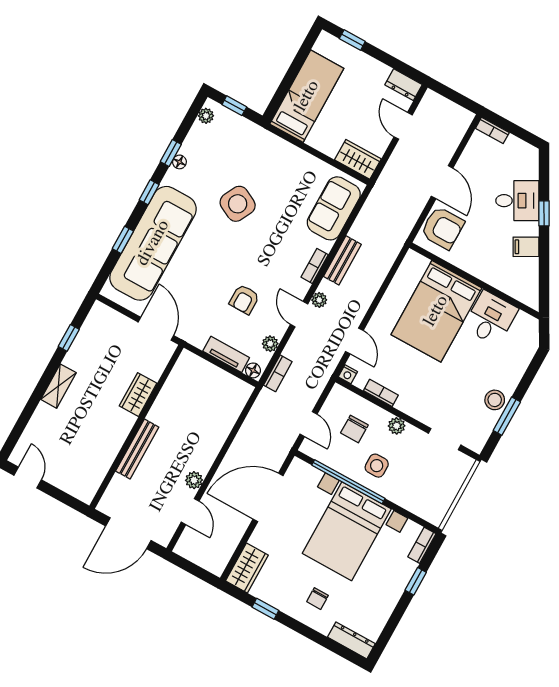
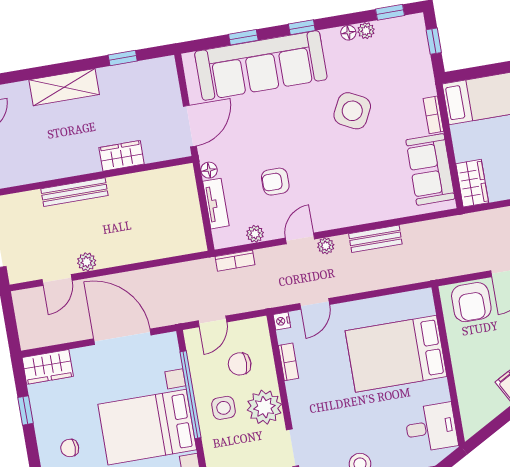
plant: (206, 116) -> (366, 31), moved
window: (171, 153) -> (390, 12), moved
sofa: (334, 208) -> (430, 169), moved, turned -90
bookcase: (315, 266) -> (433, 115), moved, turned -90
desk: (491, 318) -> (431, 427), moved
floor lamp: (253, 370) -> (209, 170), moved
shelving: (58, 386) -> (64, 87), width x1.50, depth x1.33
plant: (397, 426) -> (264, 407), width x1.87, depth x1.87

